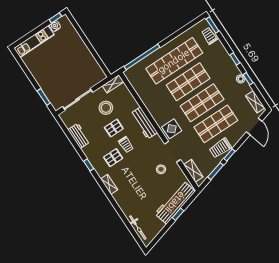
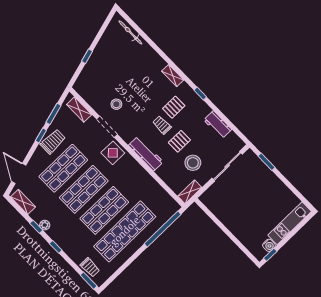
workbench: (175, 202) -> (93, 69), removed

